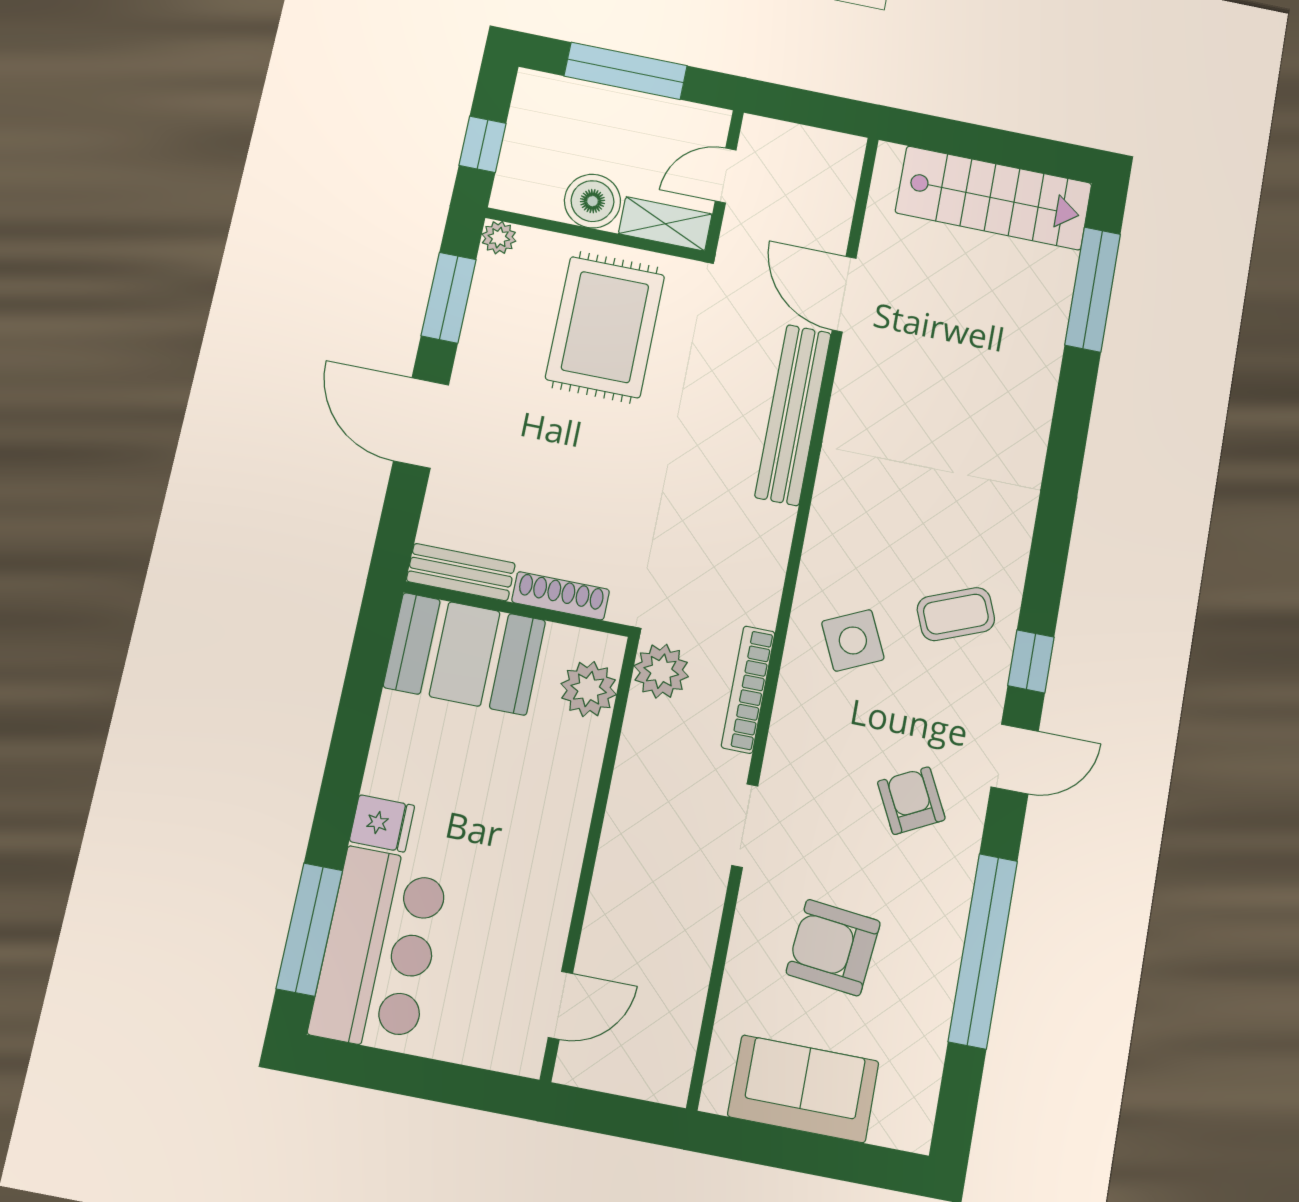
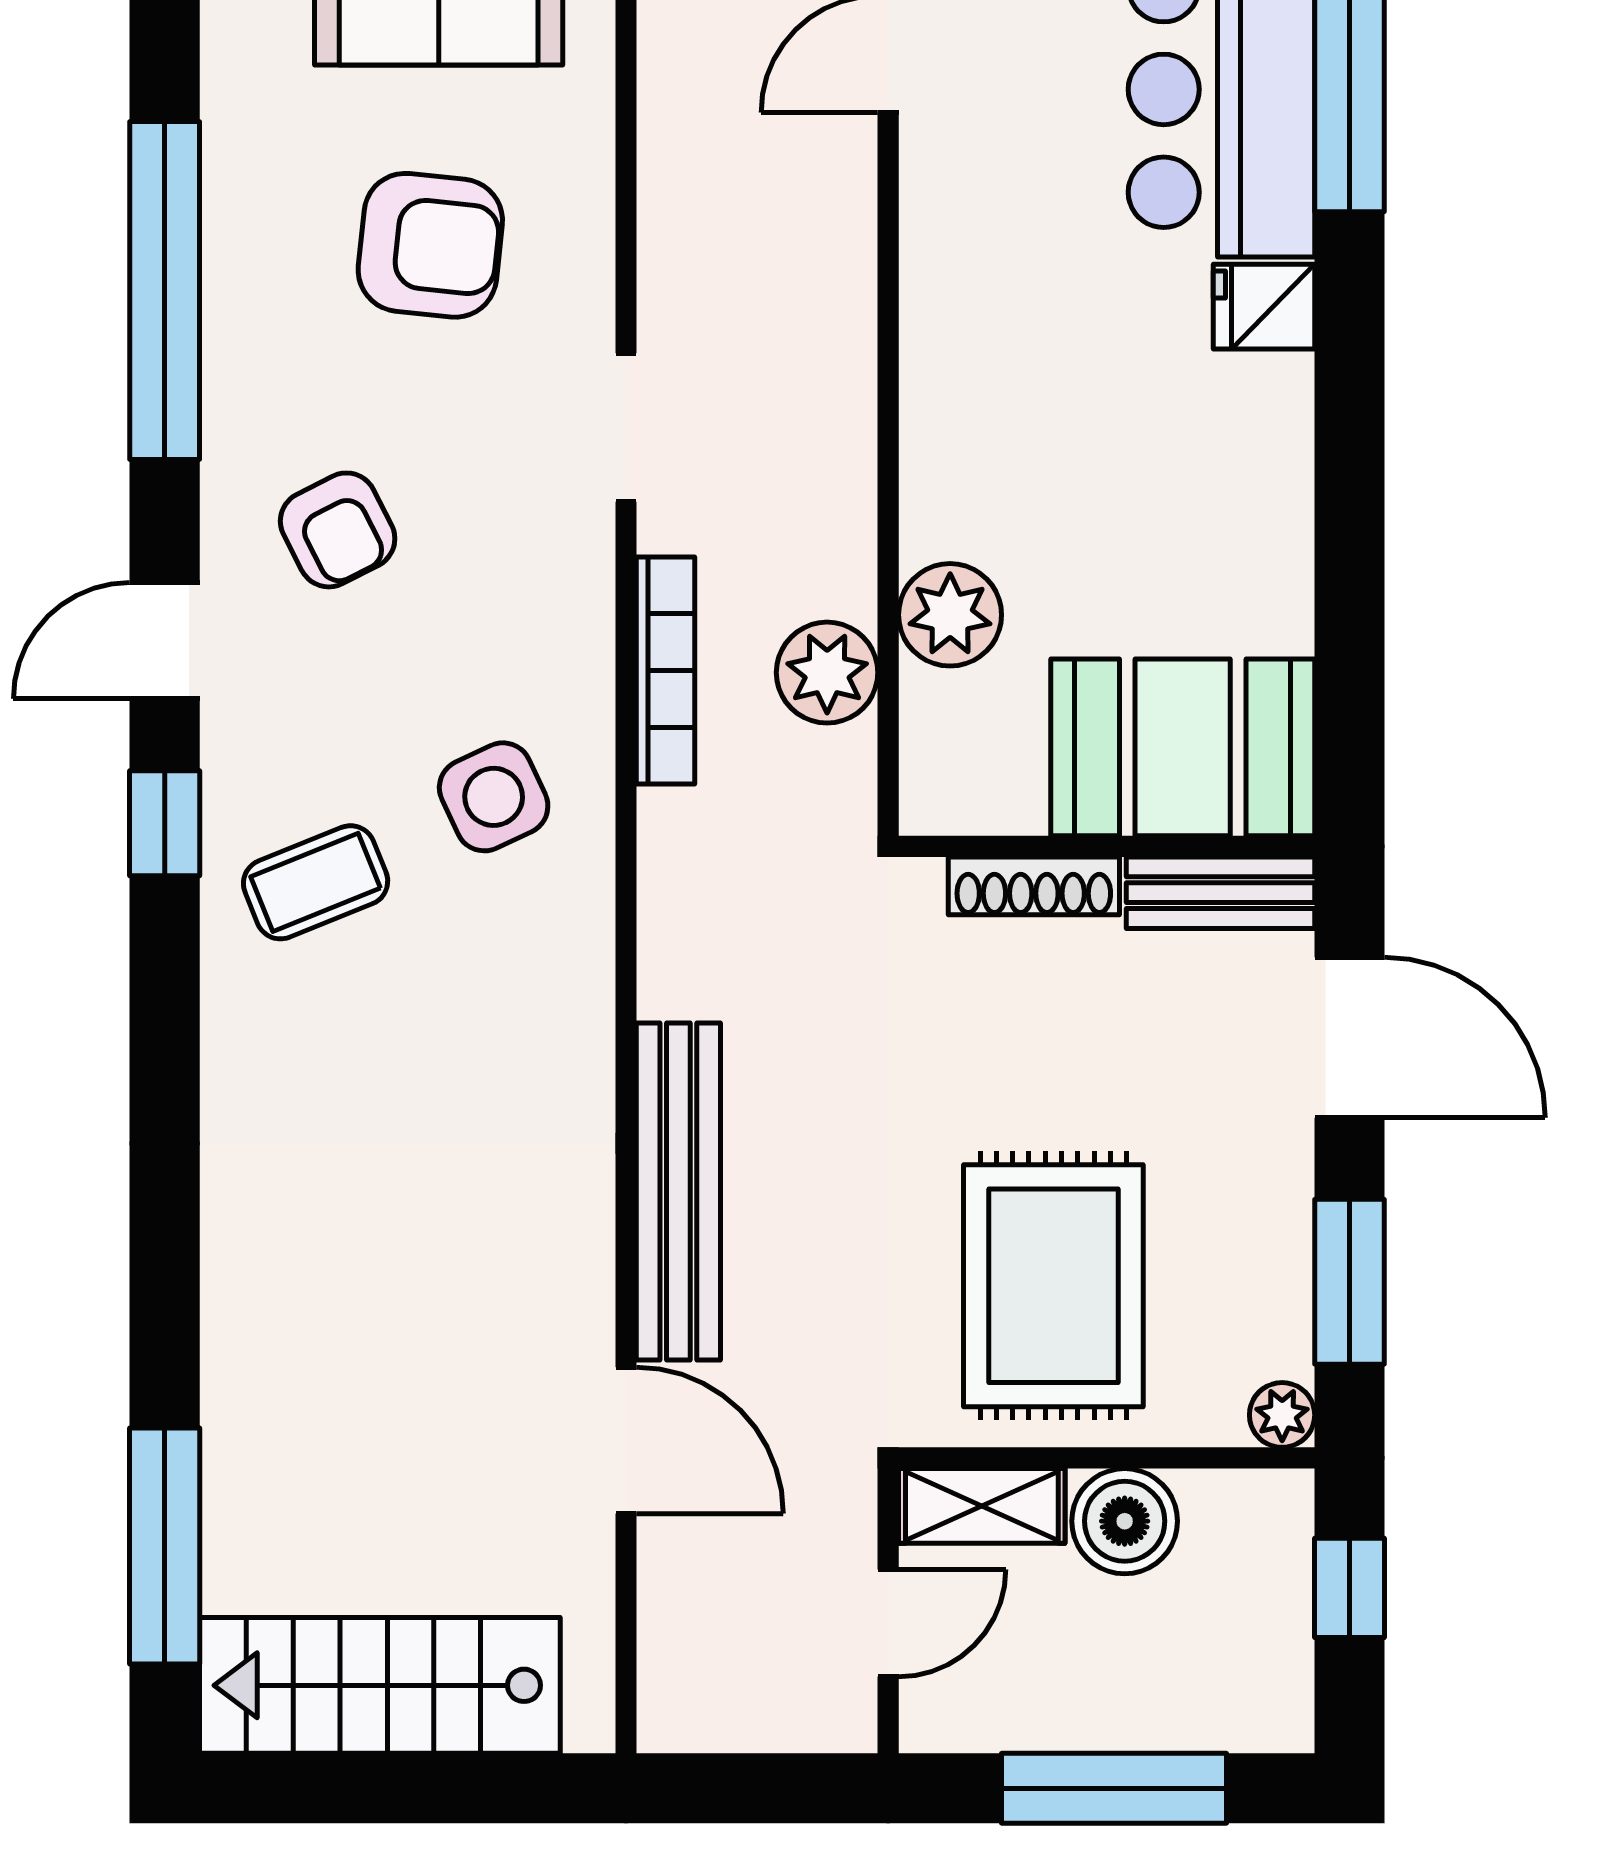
bench: (461, 572) -> (1220, 893), moved
shoe rack: (561, 596) -> (1034, 886), moved
wall: (517, 609) -> (1107, 846), moved
booth: (465, 654) -> (1183, 747), moved

